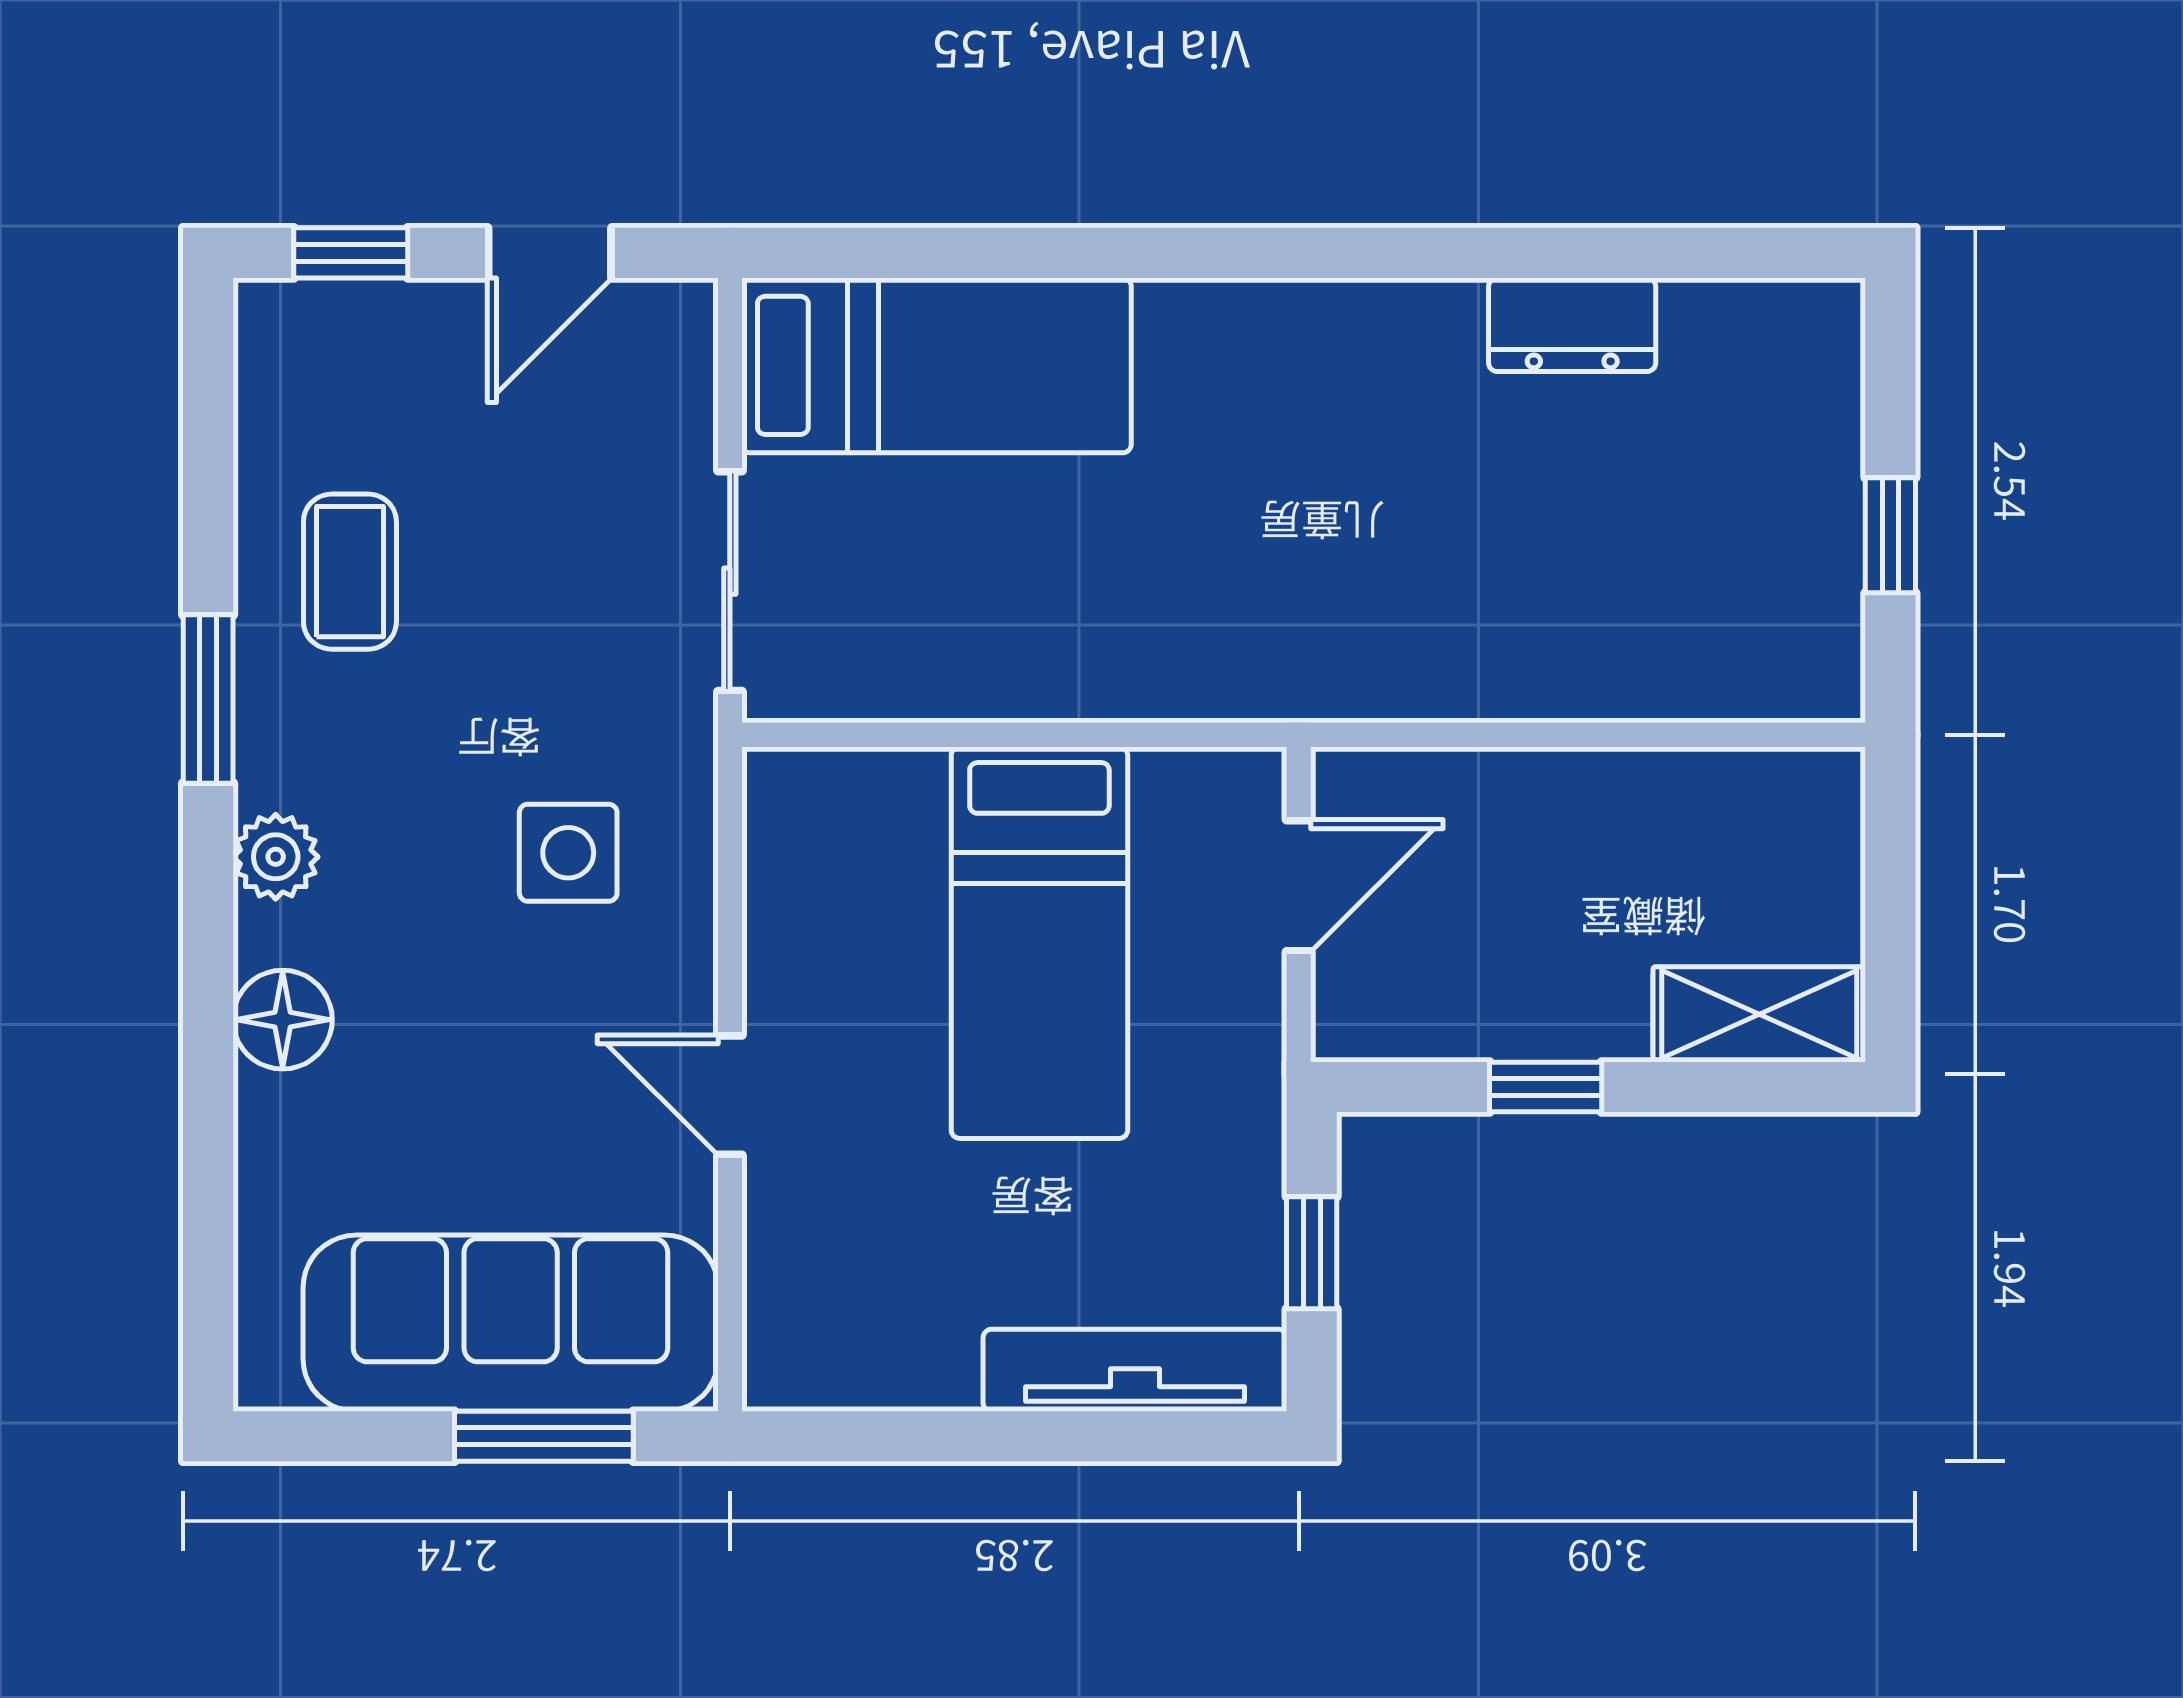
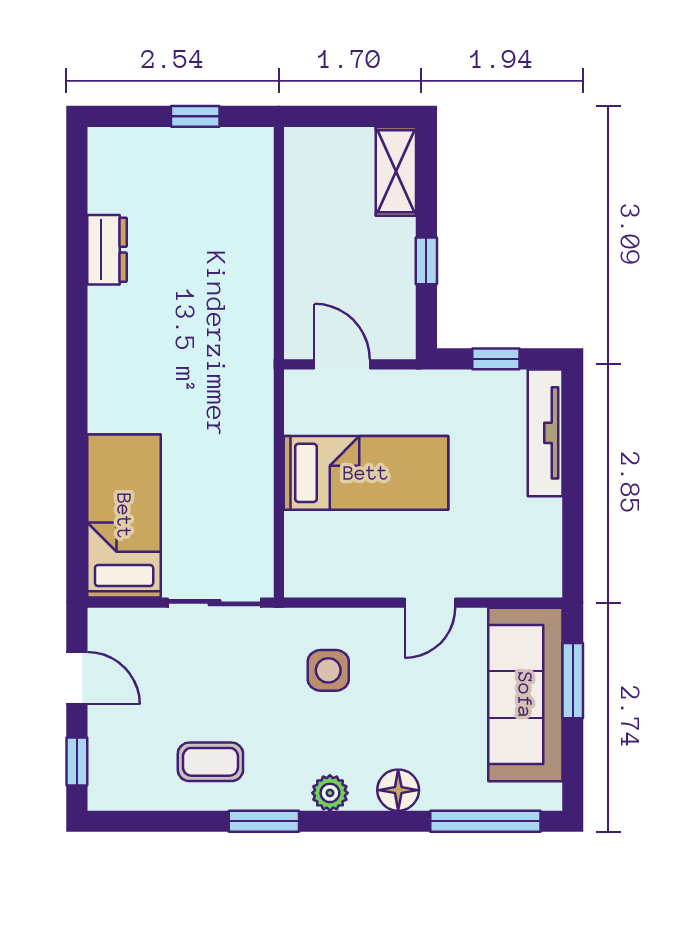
window: (208, 1228) -> (485, 821), added

